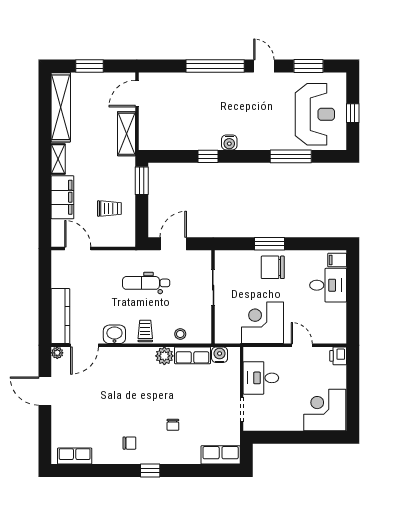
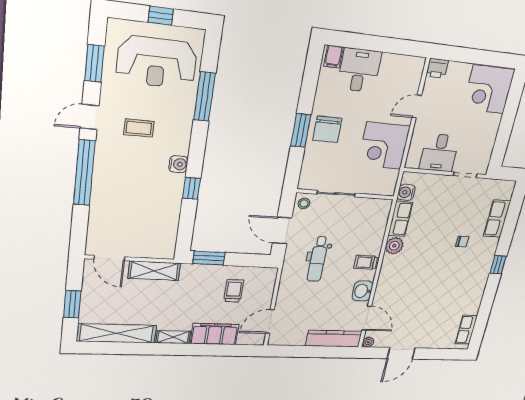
coffee table: (258, 106) -> (139, 128), added
reception desk: (315, 114) -> (157, 62), turned 180
stool: (180, 334) -> (304, 203), moved
chair: (129, 443) -> (468, 282), removed
row of seats: (221, 455) -> (497, 219), moved

